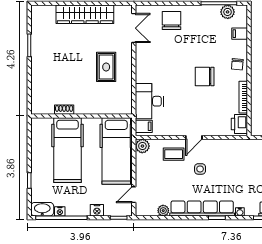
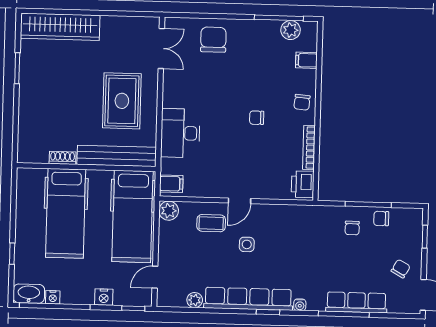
wardrobe: (85, 14) -> (60, 27), moved
rug: (106, 67) -> (122, 101), width x1.36, depth x1.43
chair: (205, 76) -> (257, 118), width x0.54, depth x0.54
desk: (149, 101) -> (180, 133), moved
bench: (103, 107) -> (117, 156), added

